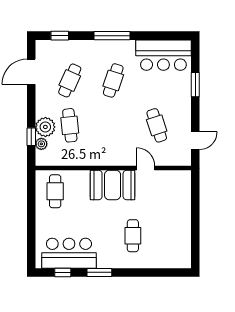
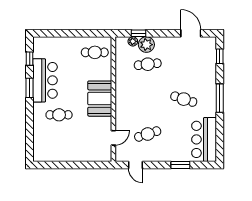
cafe table: (70, 80) -> (184, 64), removed
door: (146, 168) -> (113, 138), moved
bar counter: (69, 253) -> (45, 80), moved

